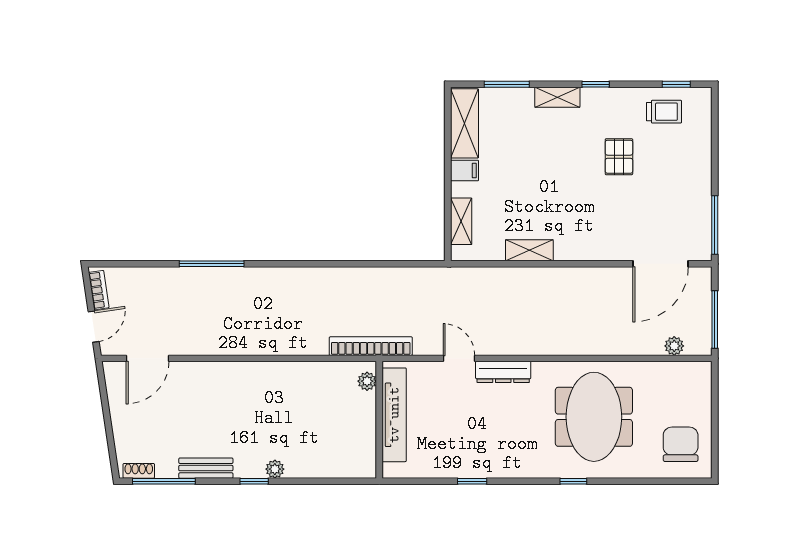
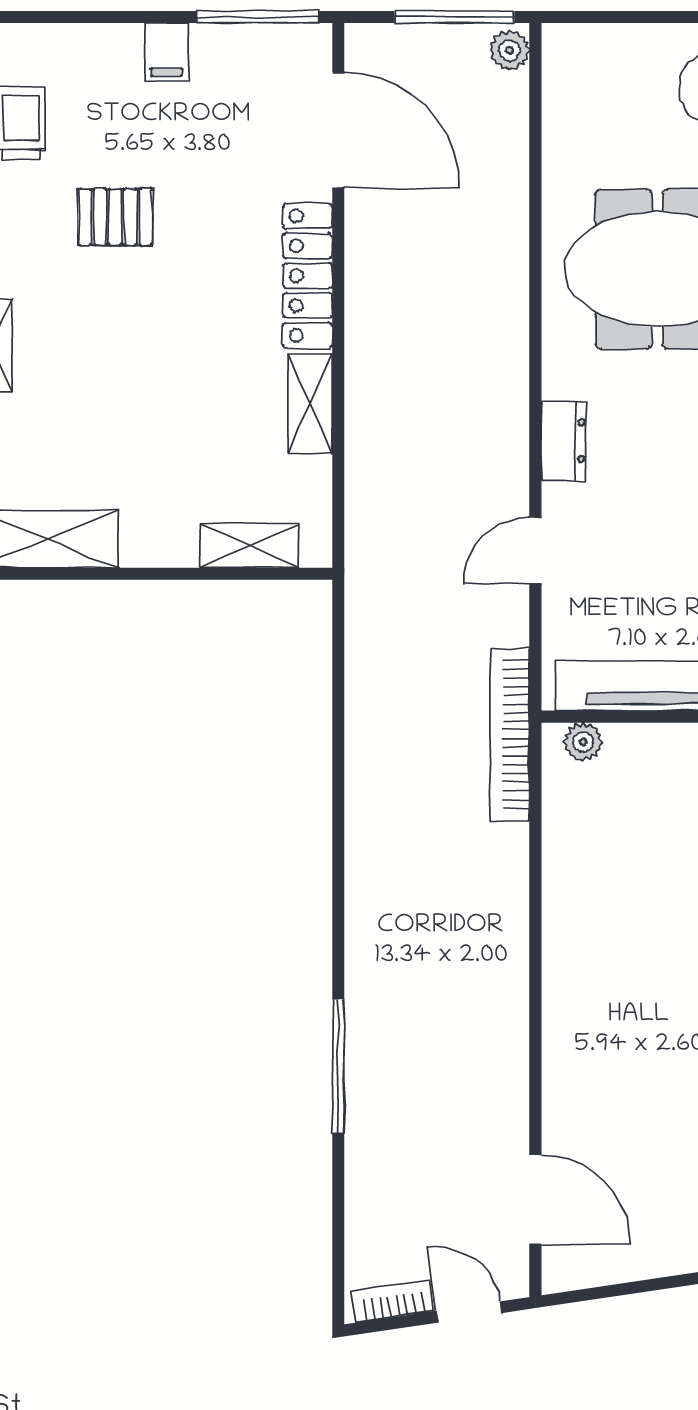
filing cabinet: (465, 170) -> (167, 52), moved, turned 180
locker: (591, 249) -> (308, 276), added
plant: (674, 346) -> (509, 50), moved
dresser: (503, 372) -> (564, 441), width x0.70

